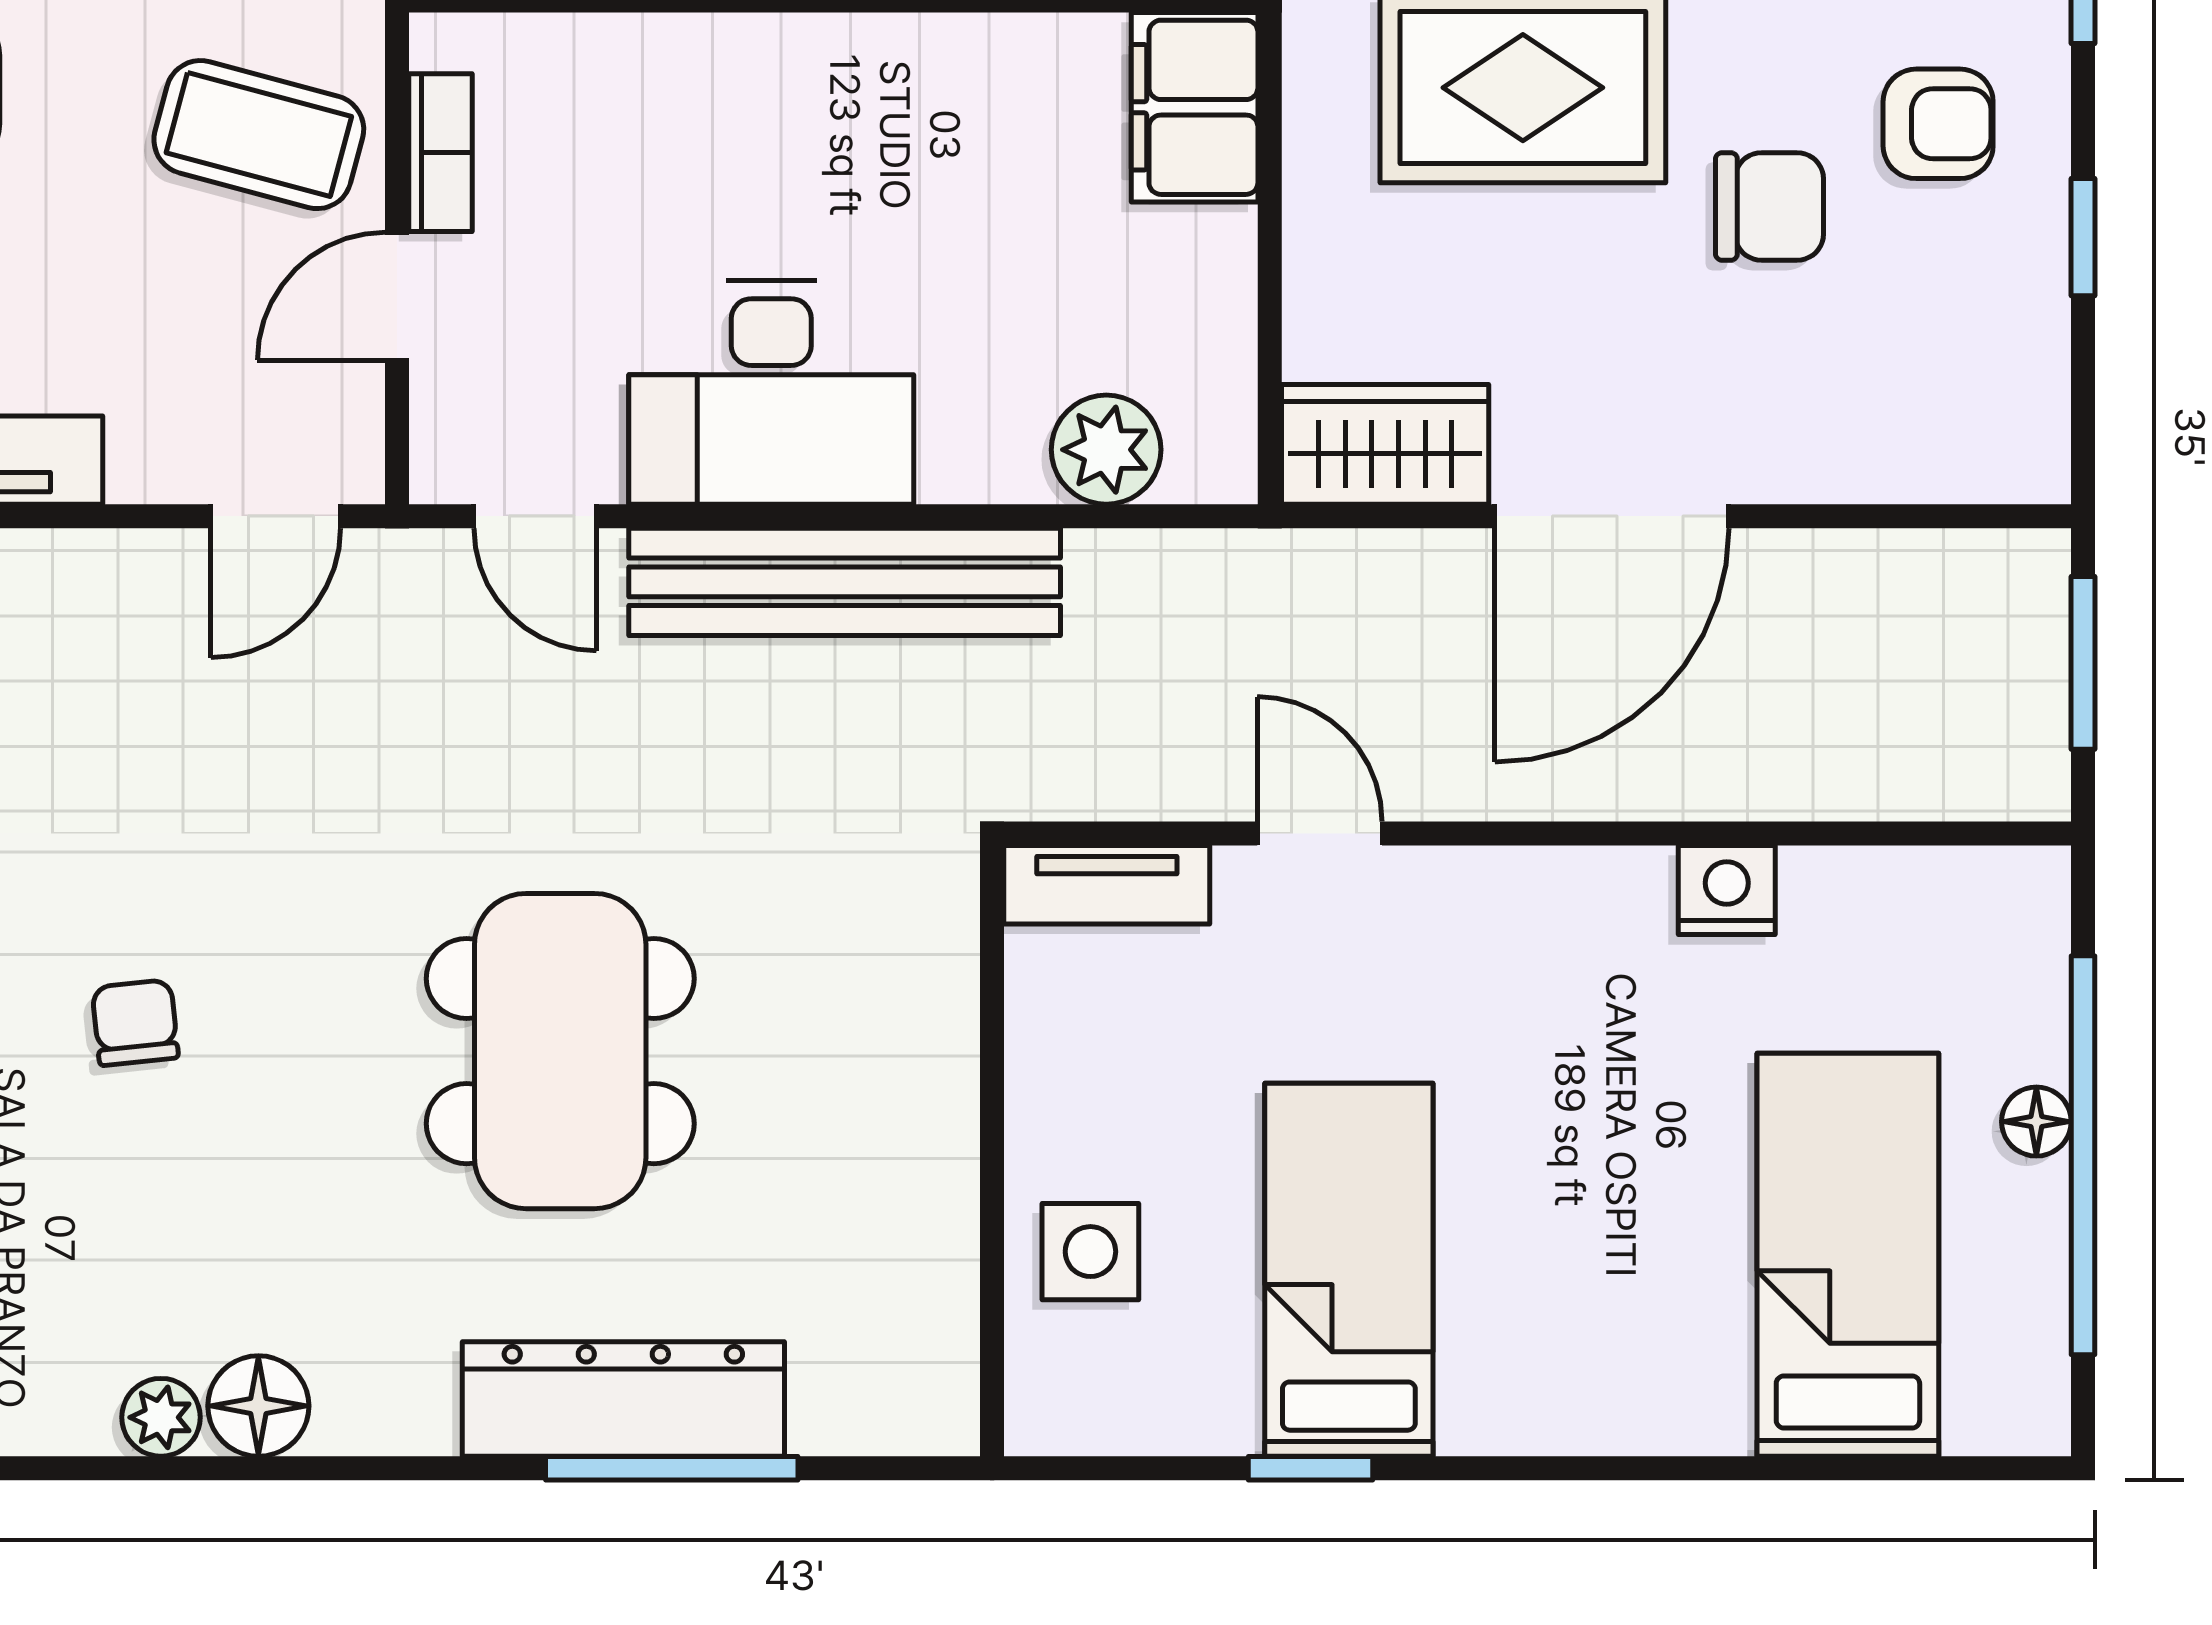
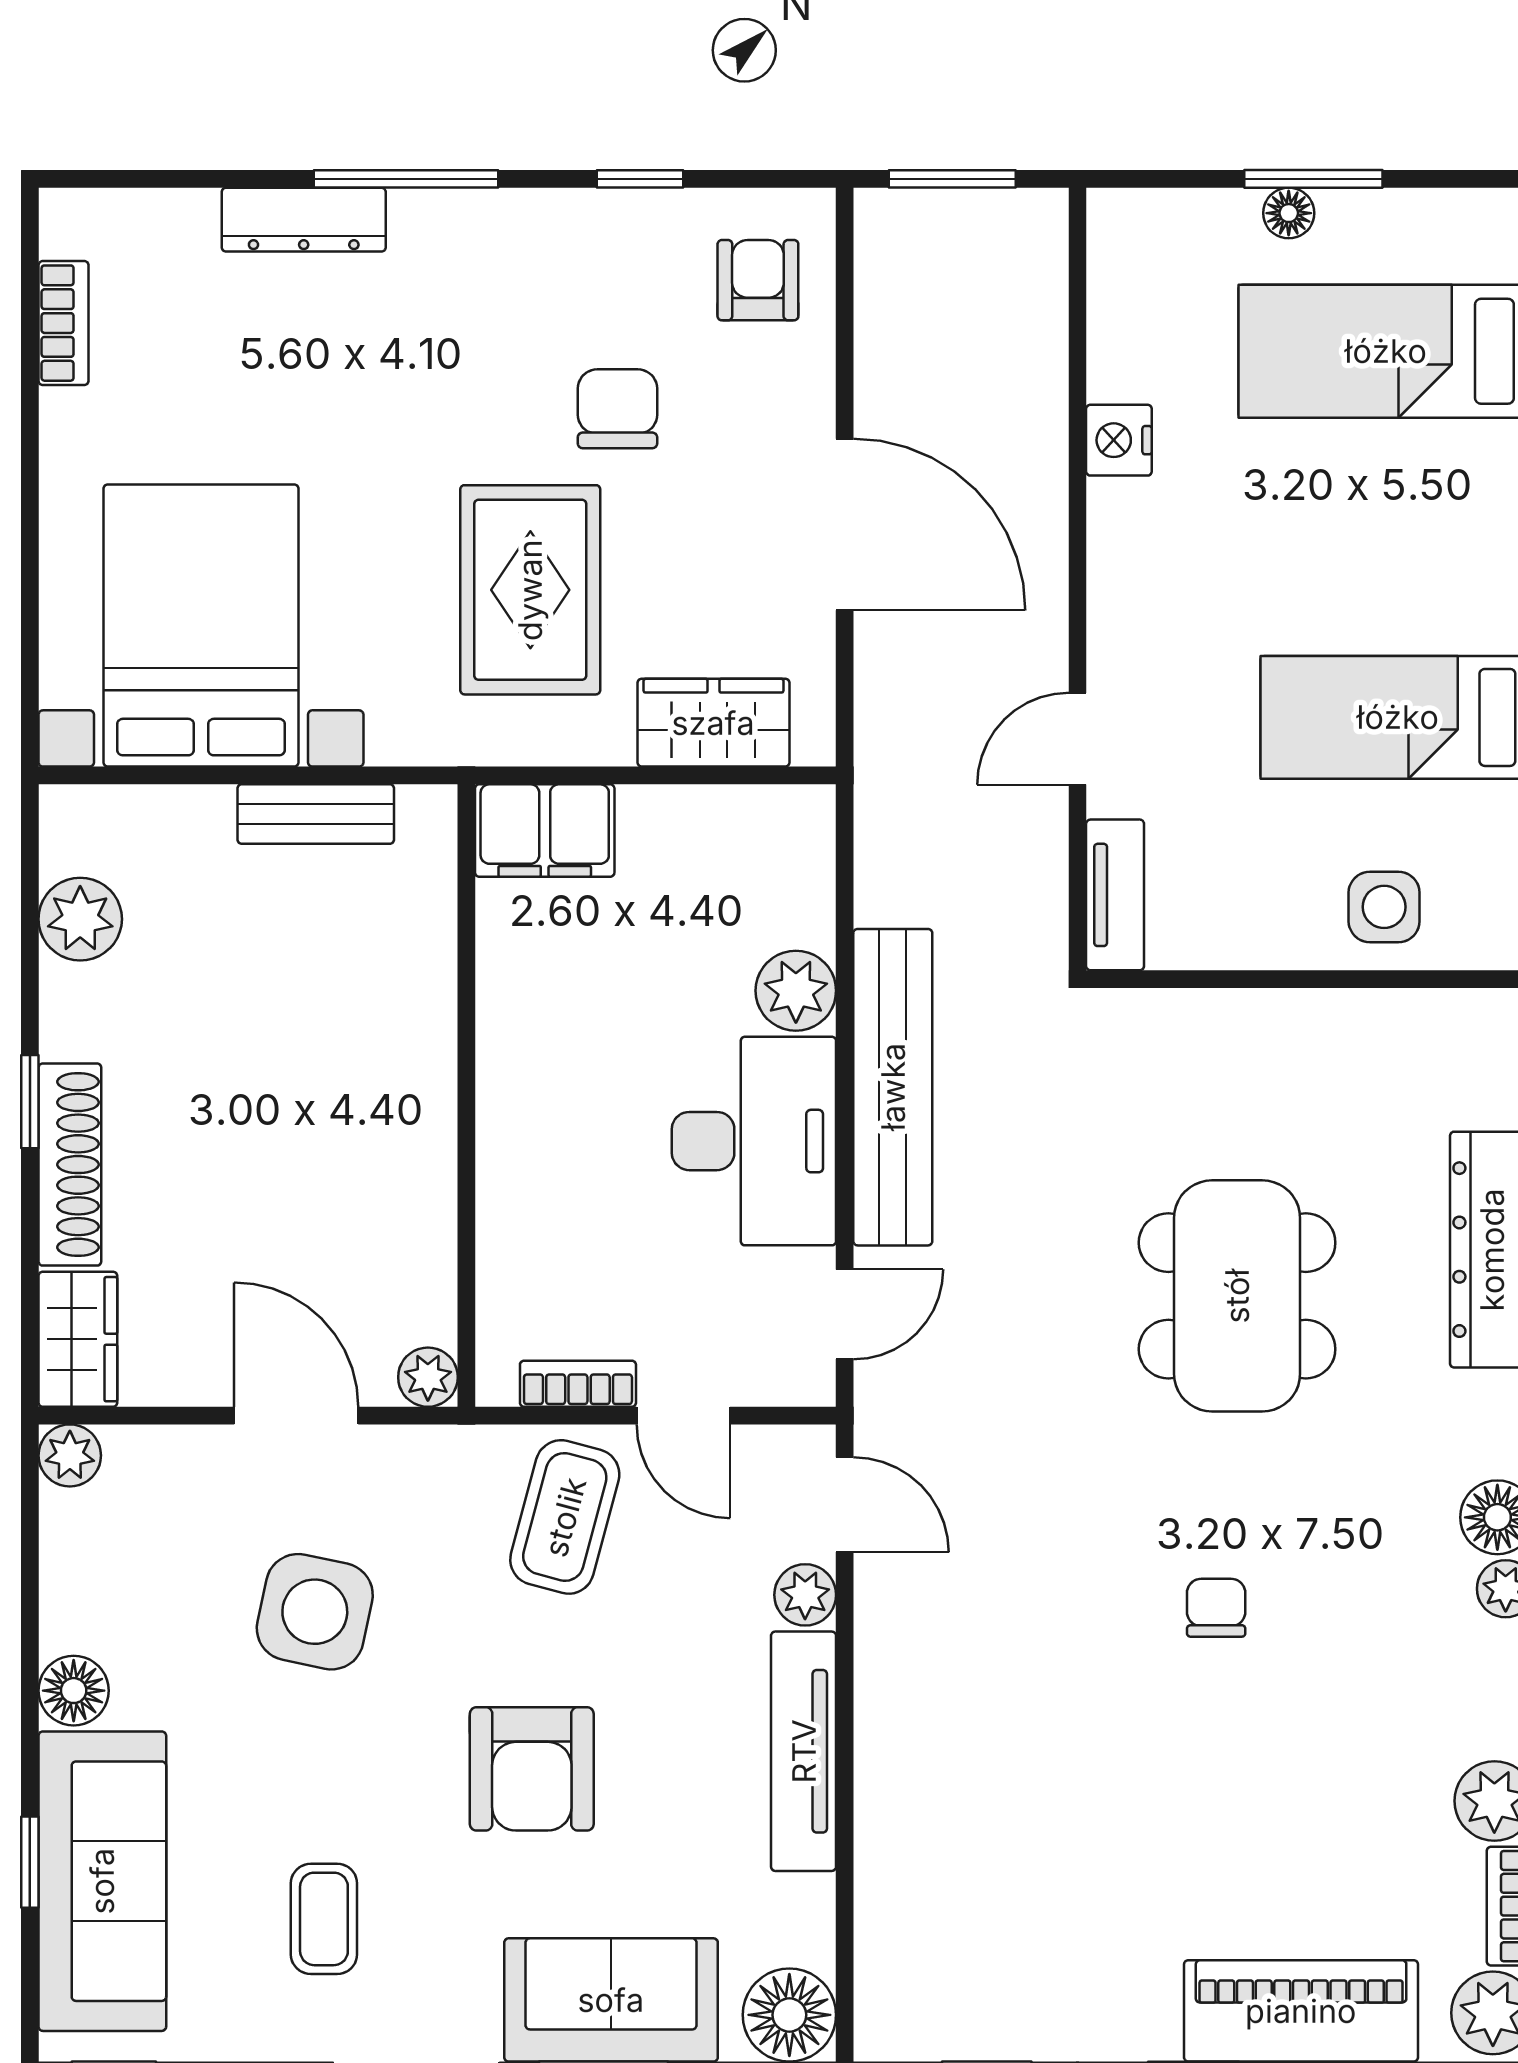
armchair: (1938, 124) -> (758, 280), moved
wardrobe: (1385, 444) -> (713, 723), moved, turned 90
plant: (1106, 450) -> (796, 991), moved
plant: (153, 462) -> (805, 1595), added
chair: (135, 1023) -> (1216, 1608), turned 96
dining table: (560, 1051) -> (1237, 1296), turned 90
window: (2083, 1155) -> (1313, 179), width x0.47

